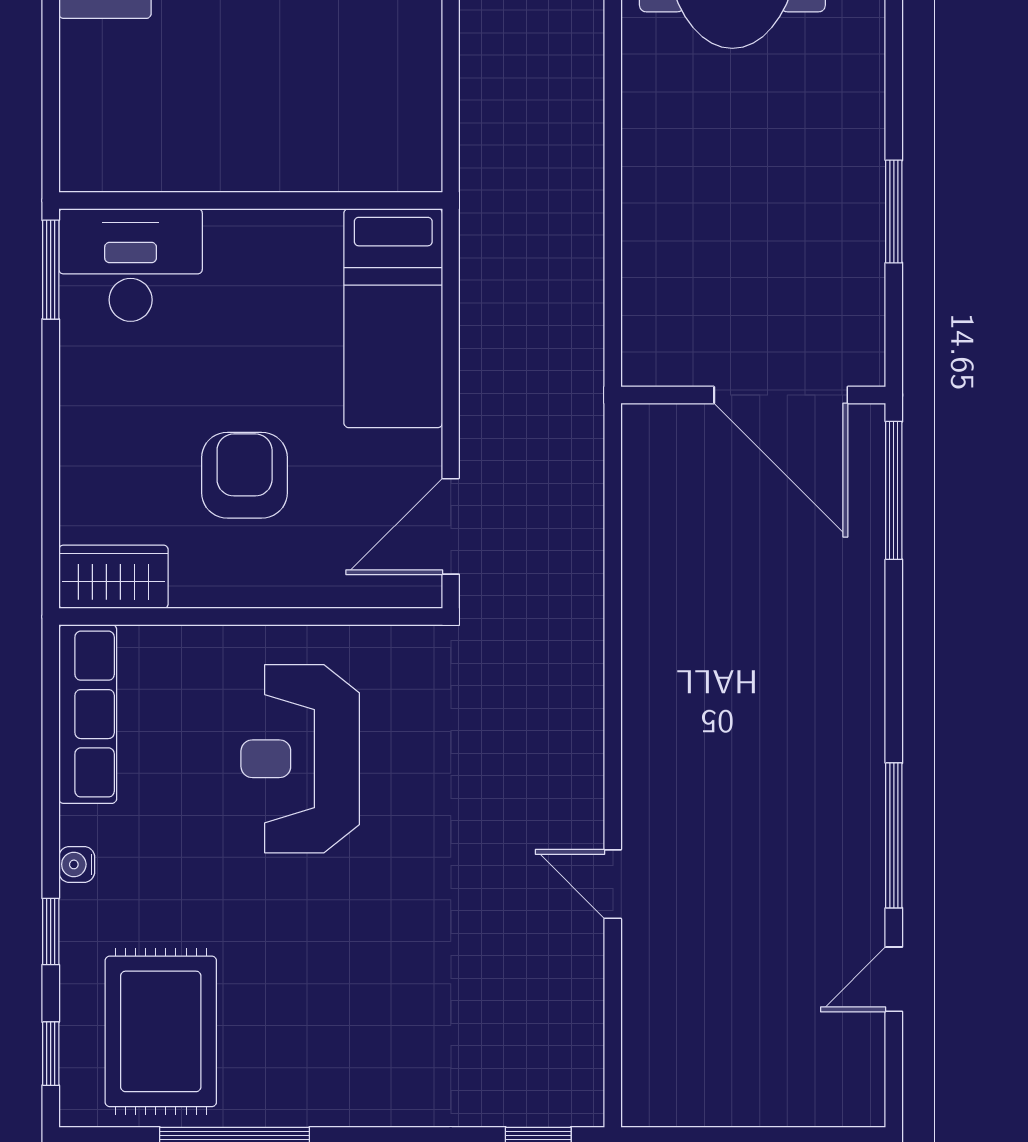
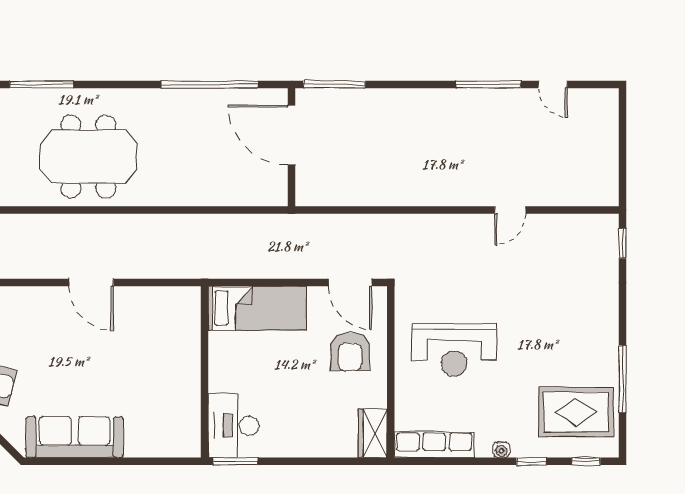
window: (894, 211) -> (210, 84), width x2.11
door: (781, 395) -> (292, 135), swing flipped
armchair: (245, 475) -> (350, 352), moved, turned -90

